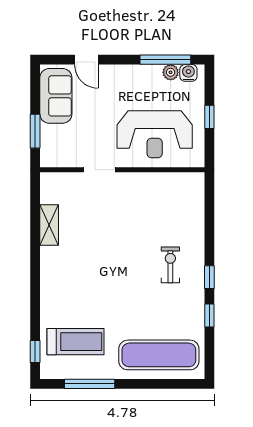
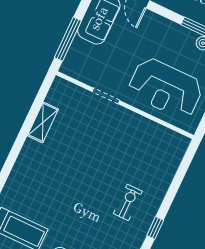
window: (35, 131) -> (68, 39), width x1.44

